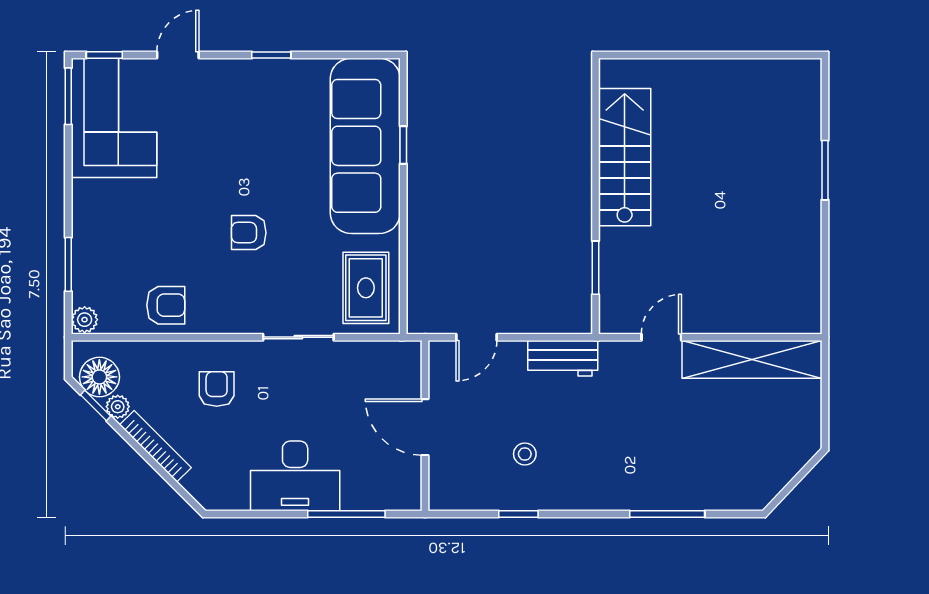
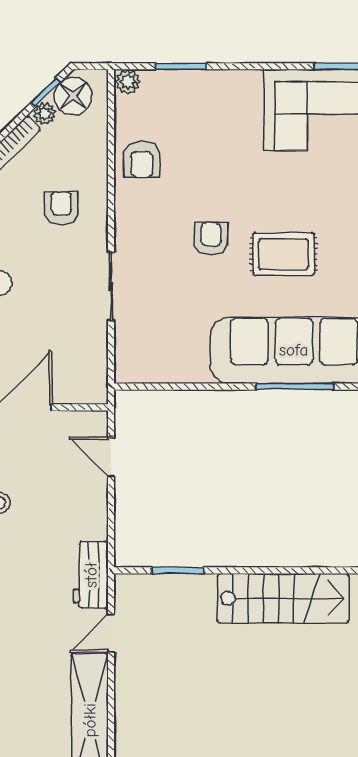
window: (403, 145) -> (295, 387), width x2.17
rug: (366, 288) -> (284, 254), moved
door: (661, 337) -> (111, 633), swing flipped
workbench: (563, 358) -> (91, 575), moved
armchair: (217, 389) -> (61, 208), turned -91

